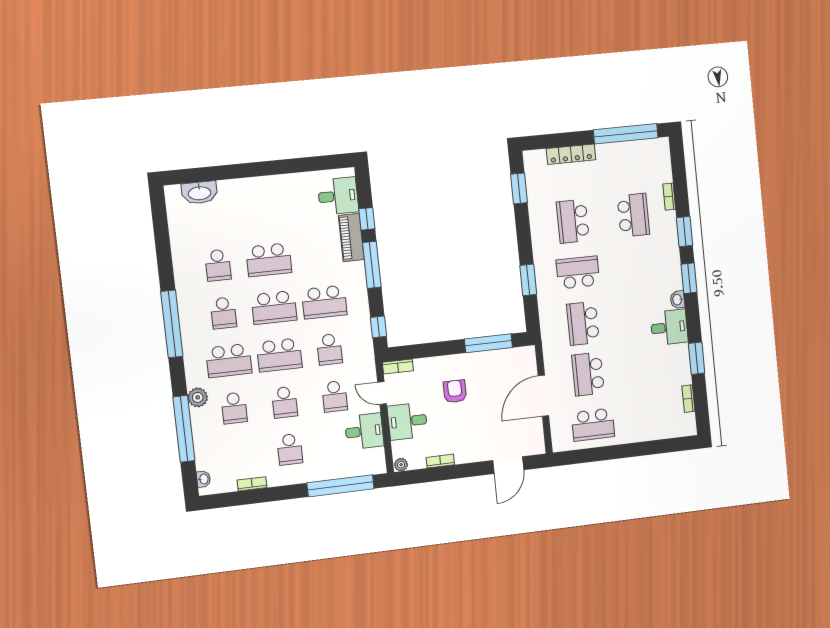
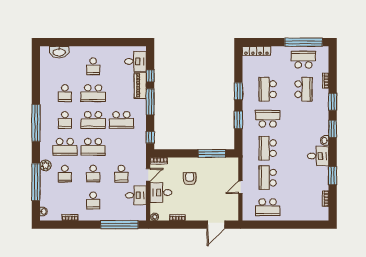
locker: (571, 154) -> (256, 51), moved
school desk: (628, 164) -> (303, 60), added
window: (519, 188) -> (238, 91), moved
school desk: (329, 349) -> (93, 66), moved
door: (382, 393) -> (148, 175), swing flipped
door: (543, 396) -> (240, 187), width x0.53

